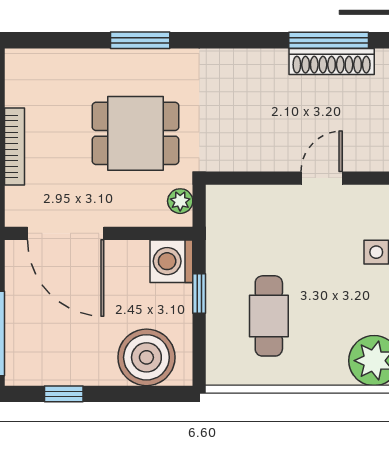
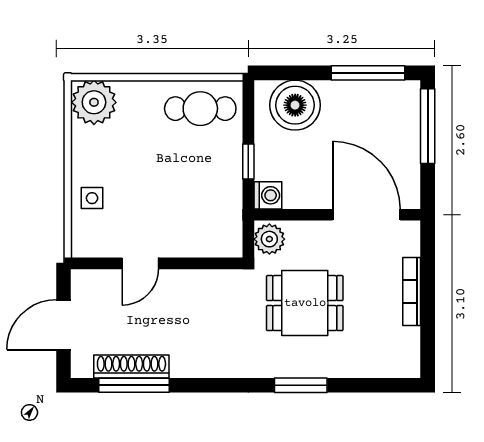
plant: (180, 201) -> (269, 239), width x1.38, depth x1.38
washing machine: (171, 261) -> (268, 195), width x0.73, depth x0.73
cafe table: (269, 316) -> (200, 109), moved, turned 90
window: (64, 394) -> (368, 73), width x2.17

